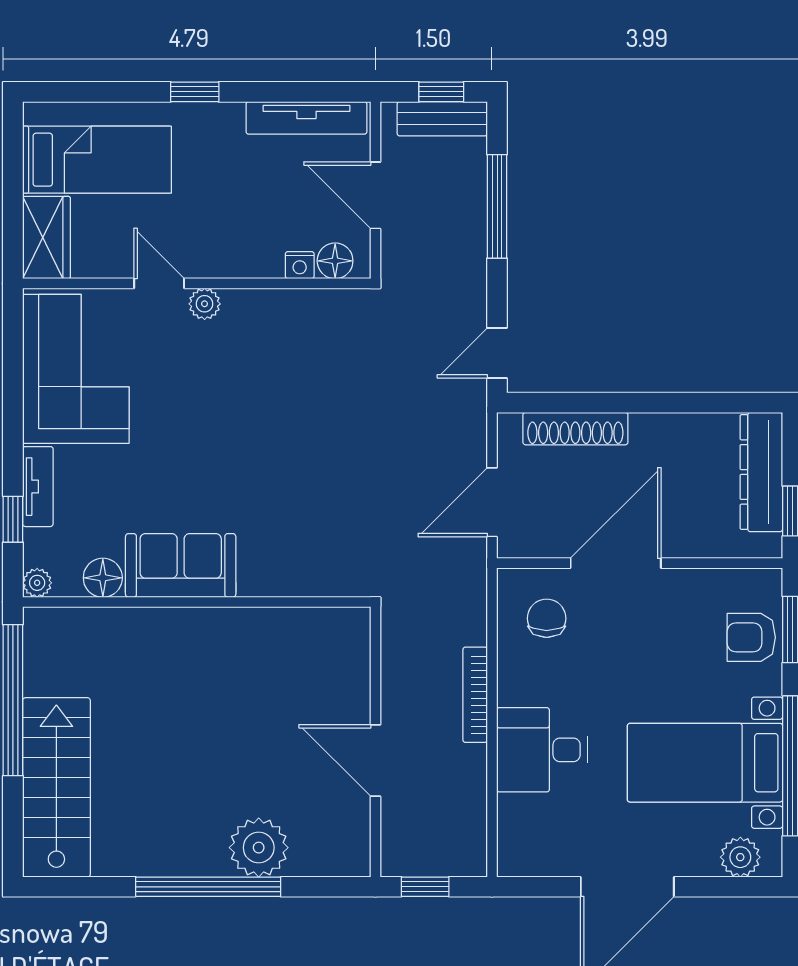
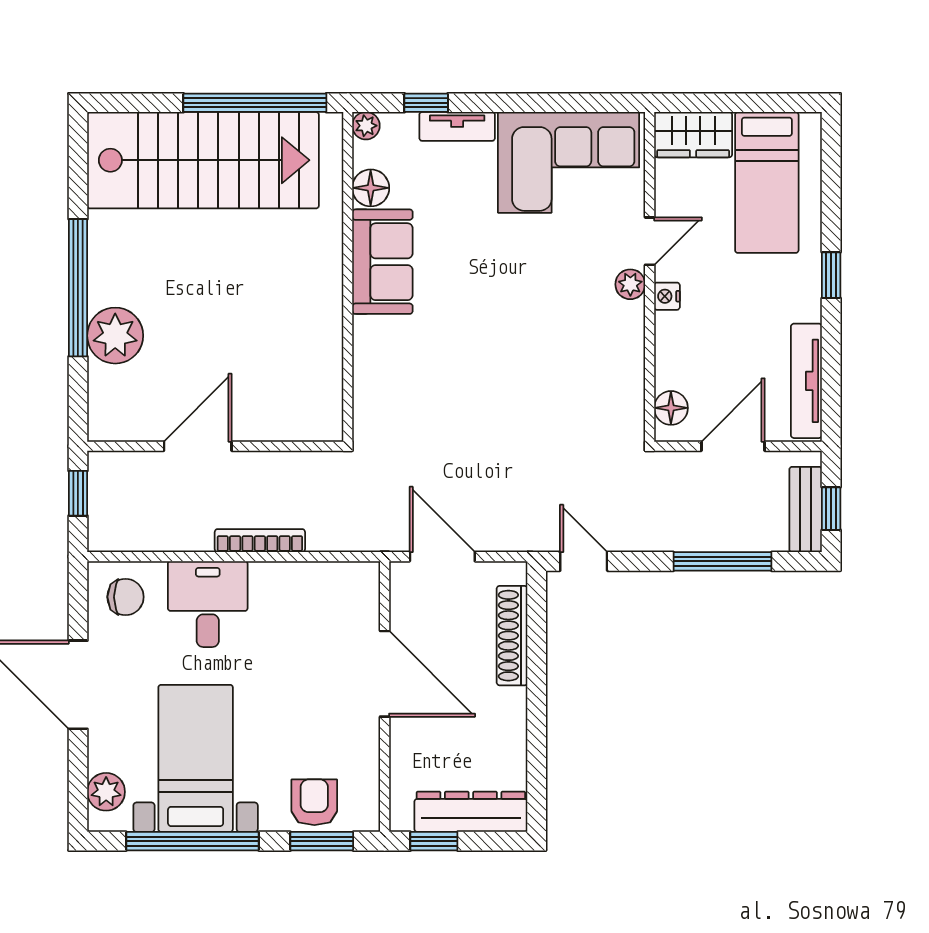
nightstand: (300, 265) -> (667, 296), moved
chair: (547, 618) -> (126, 597), moved
stairs: (56, 787) -> (203, 160), width x1.36, depth x1.51

